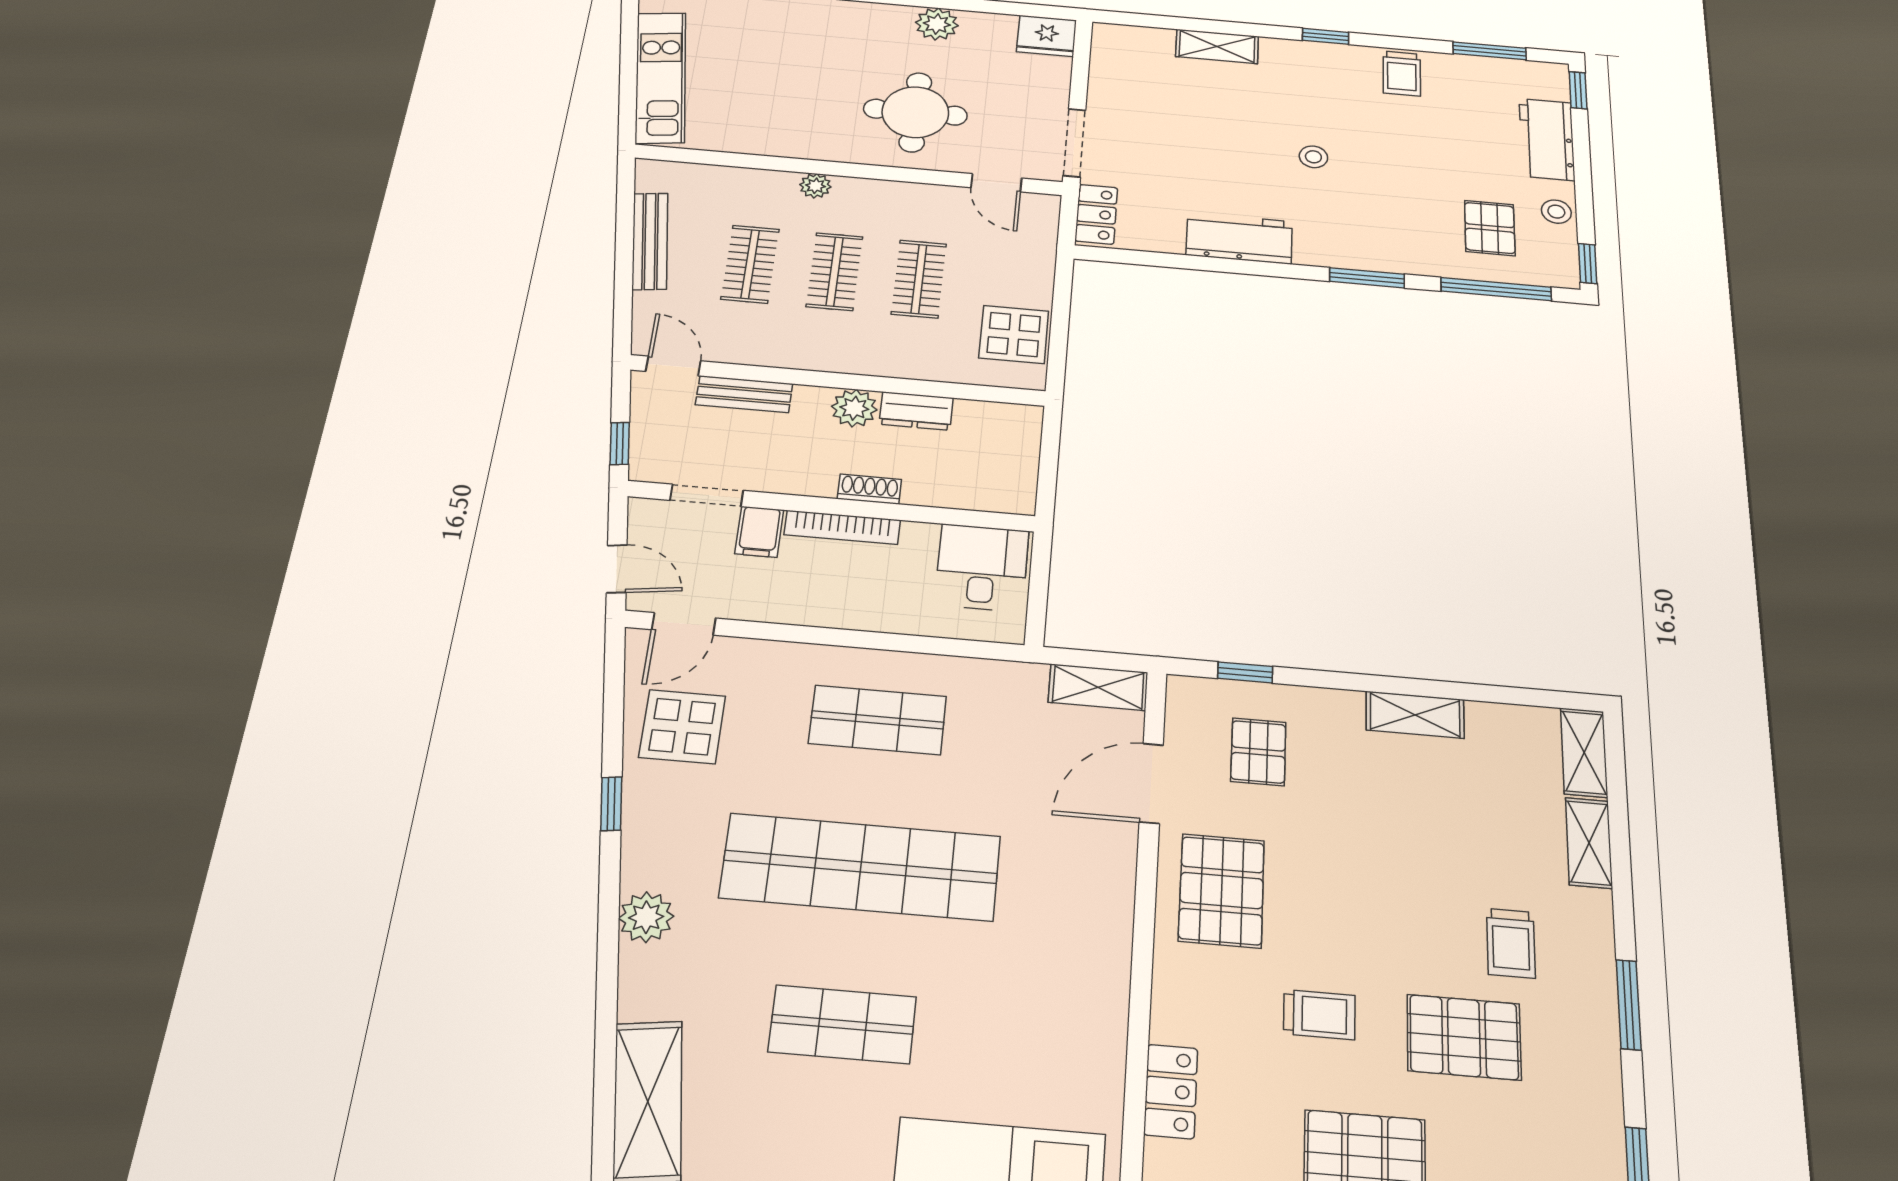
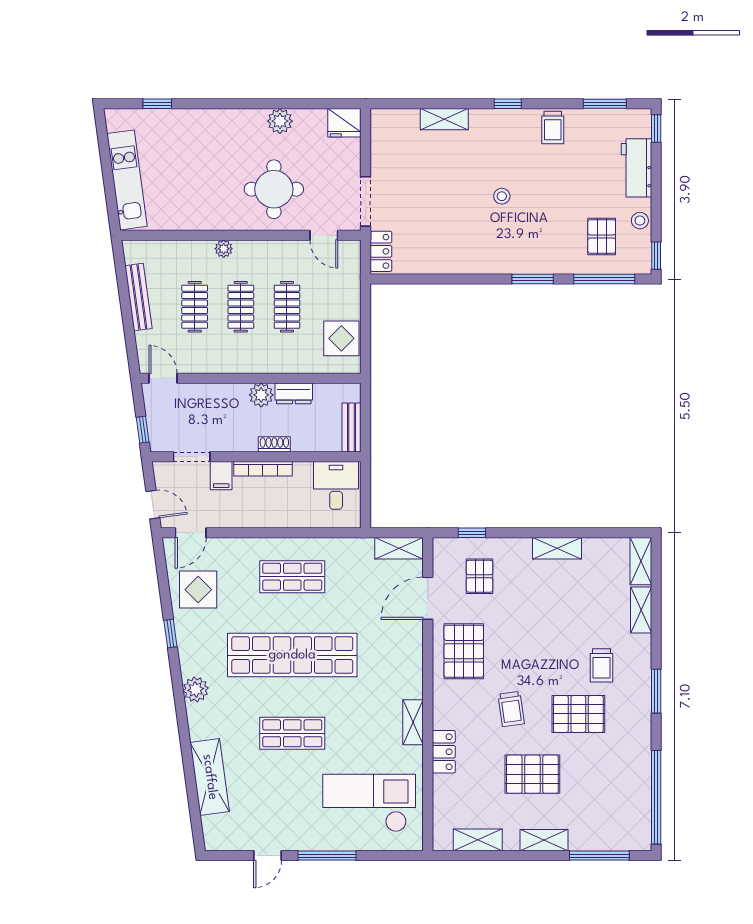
workbench: (1239, 238) -> (461, 259), removed
bench: (744, 394) -> (352, 427), moved, turned 90
trolley: (1319, 1015) -> (511, 709), turned 82
shelving: (1107, 1024) -> (413, 722), added

